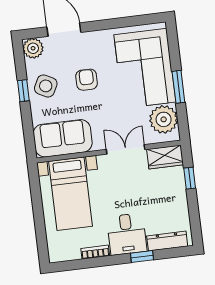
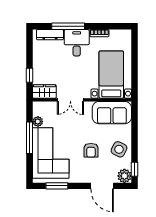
window: (130, 21) -> (57, 186), added
window: (178, 87) -> (30, 138), width x1.44
window: (23, 91) -> (134, 169), moved
plant: (164, 119) -> (38, 122), width x0.53, depth x0.53
window: (142, 256) -> (68, 26), width x2.17

